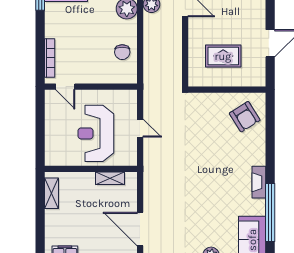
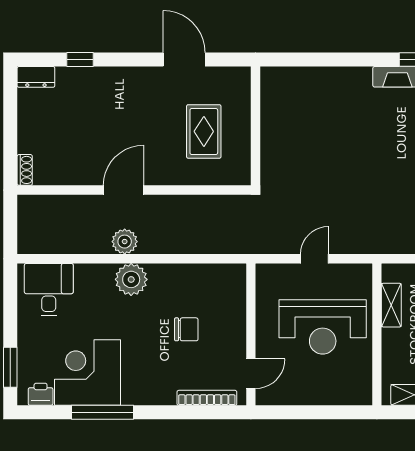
chair: (122, 52) -> (186, 329), moved
armchair: (245, 117) -> (297, 99), removed

